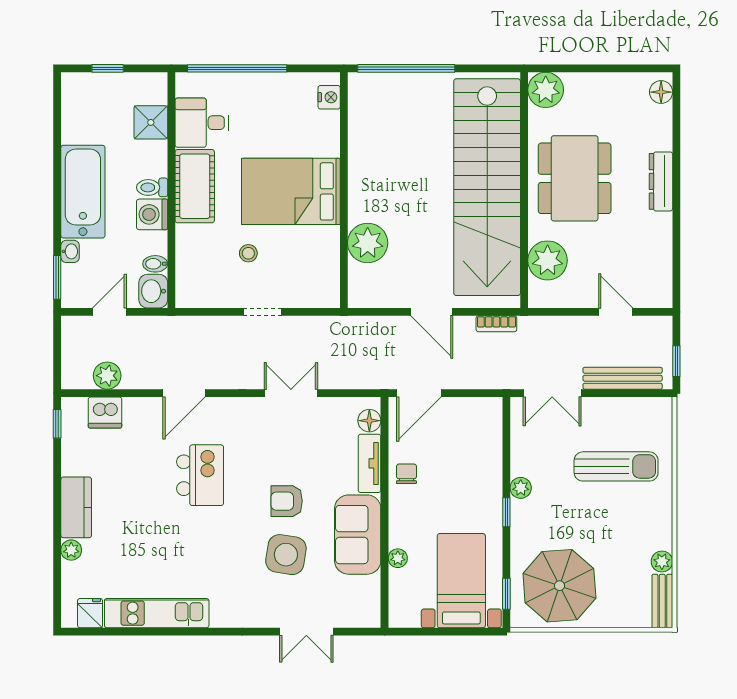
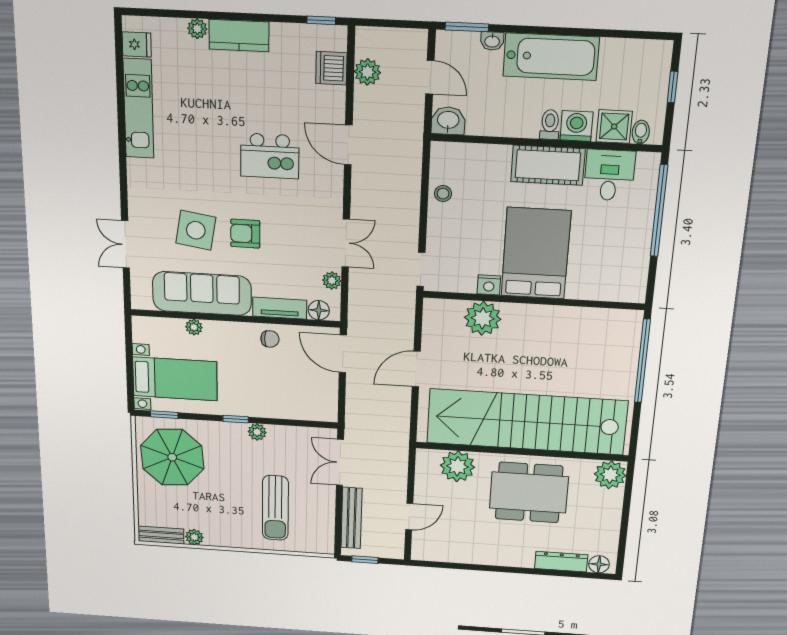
nightstand: (329, 97) -> (489, 285), moved
dresser: (661, 181) -> (561, 562), moved
washing machine: (152, 214) -> (576, 126), moved
stool: (248, 253) -> (443, 194), moved
bidet: (155, 264) -> (641, 132), moved
doorway: (262, 312) -> (421, 269), moved
bookcase: (496, 324) -> (403, 422), removed
plant: (334, 407) -> (332, 281), added
armchair: (287, 501) -> (245, 234), turned -90
sofa: (358, 535) -> (202, 293), width x1.36

